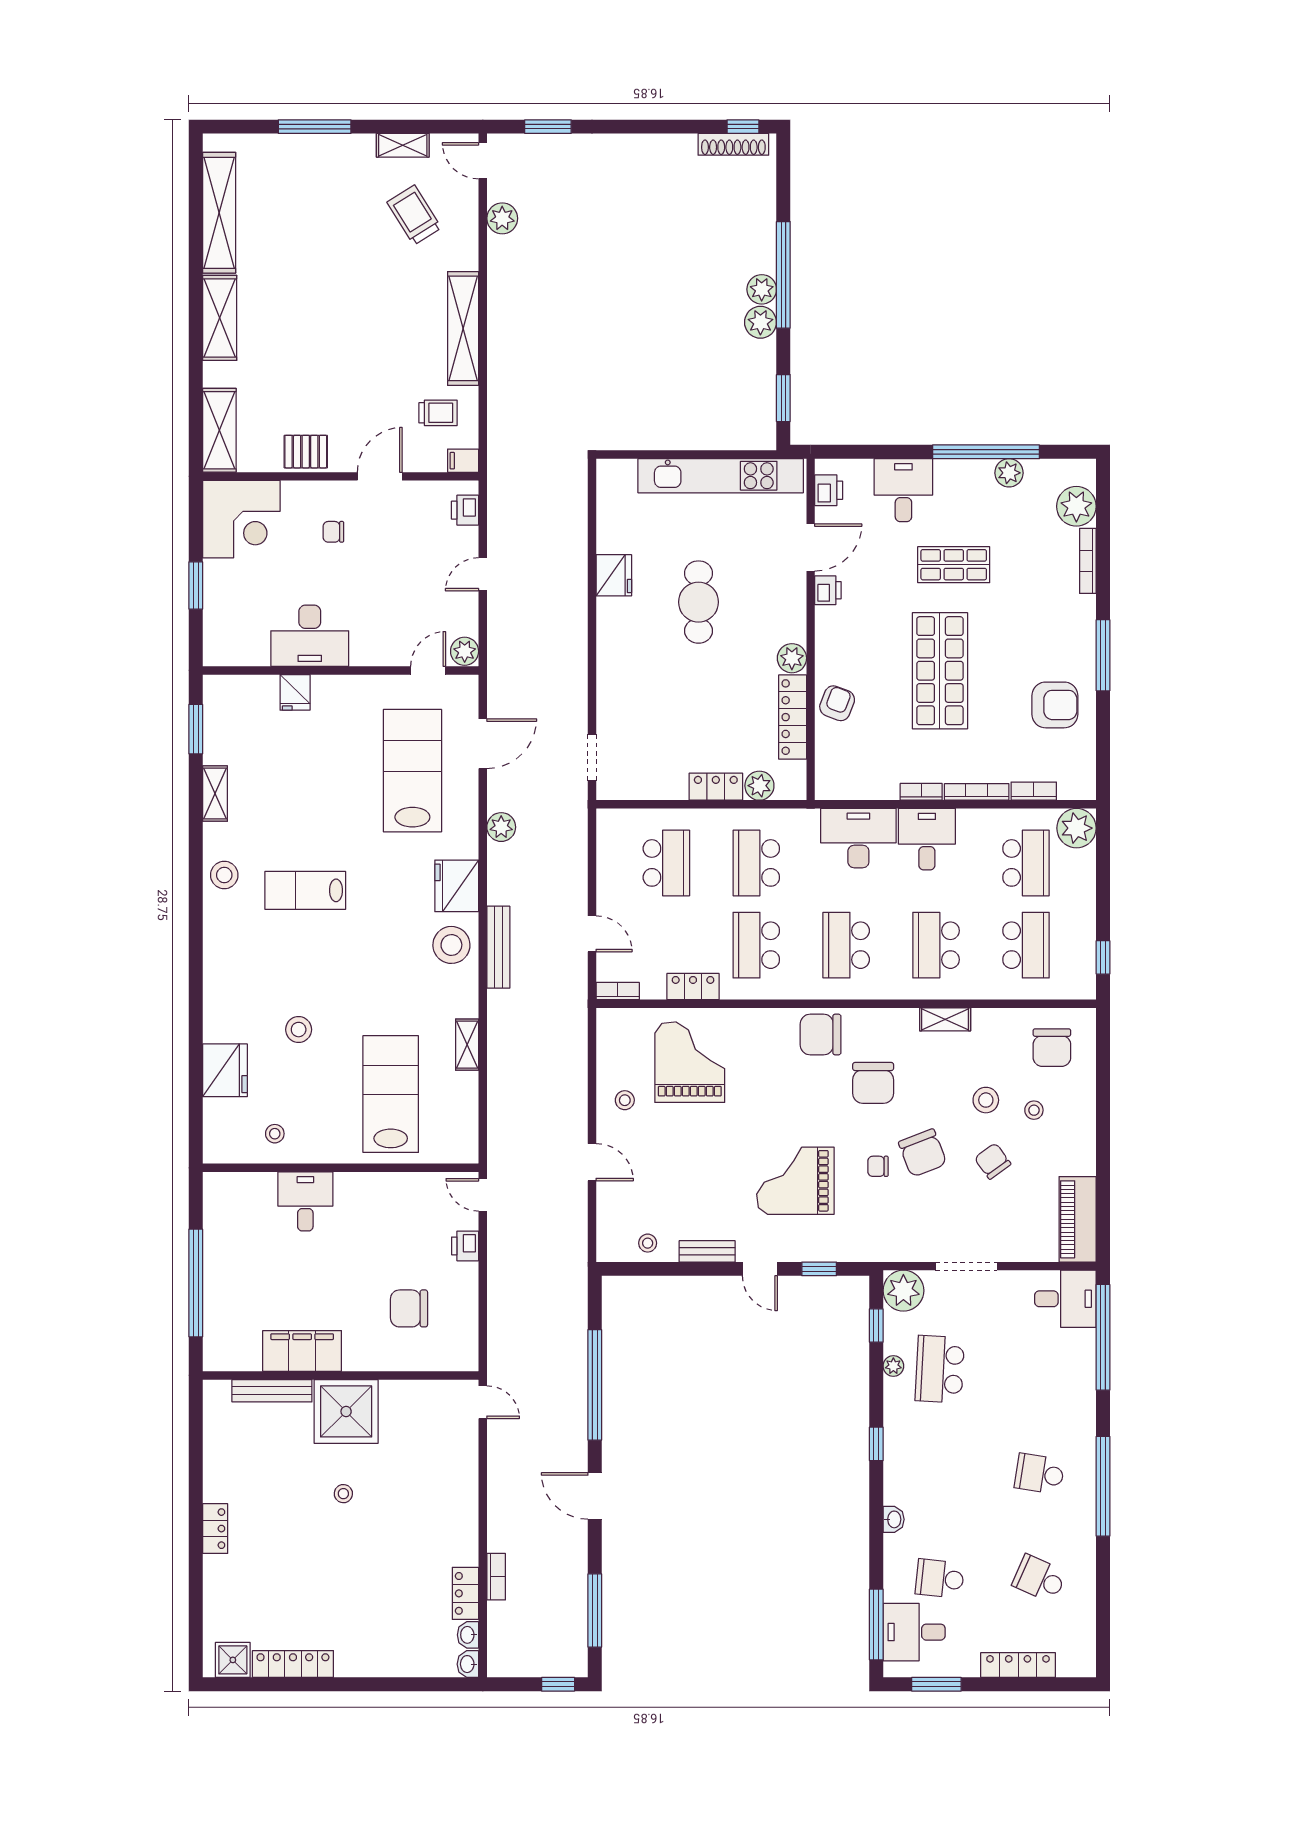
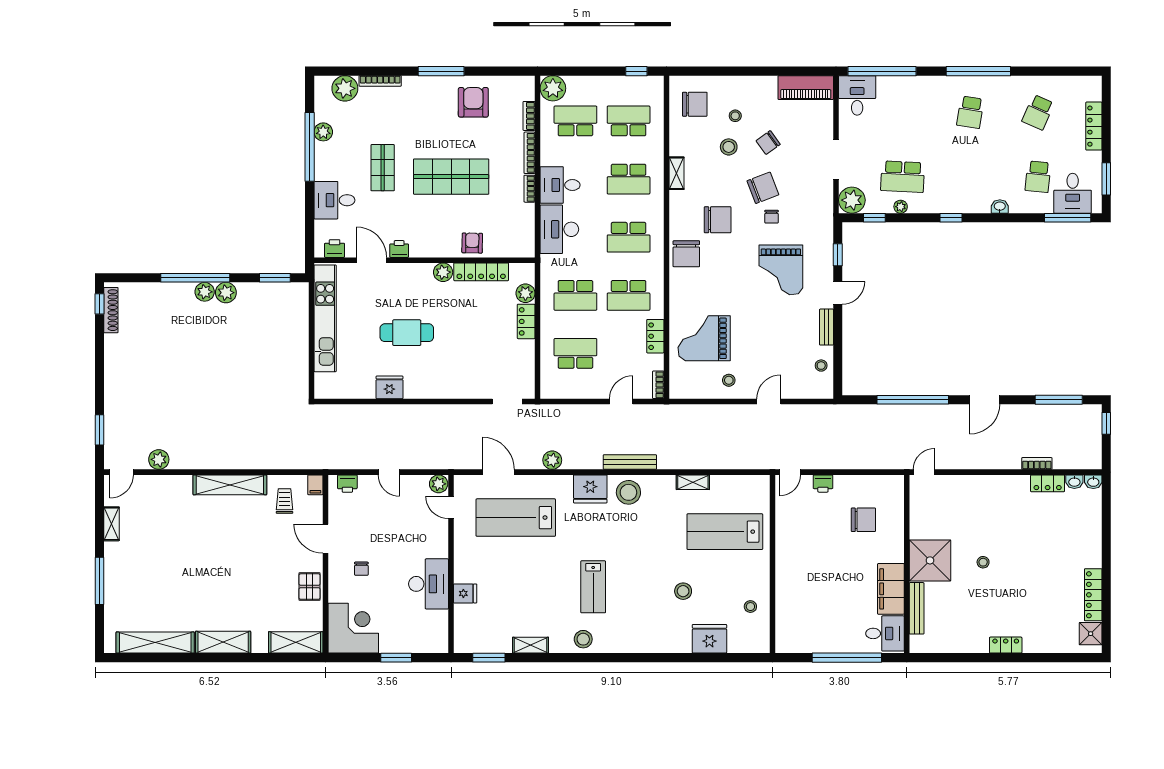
trolley: (414, 215) -> (157, 516), removed
armchair: (837, 703) -> (472, 243), turned 70
desk: (305, 1201) -> (885, 633), moved, turned 180
chair: (409, 1308) -> (863, 520), turned -90

